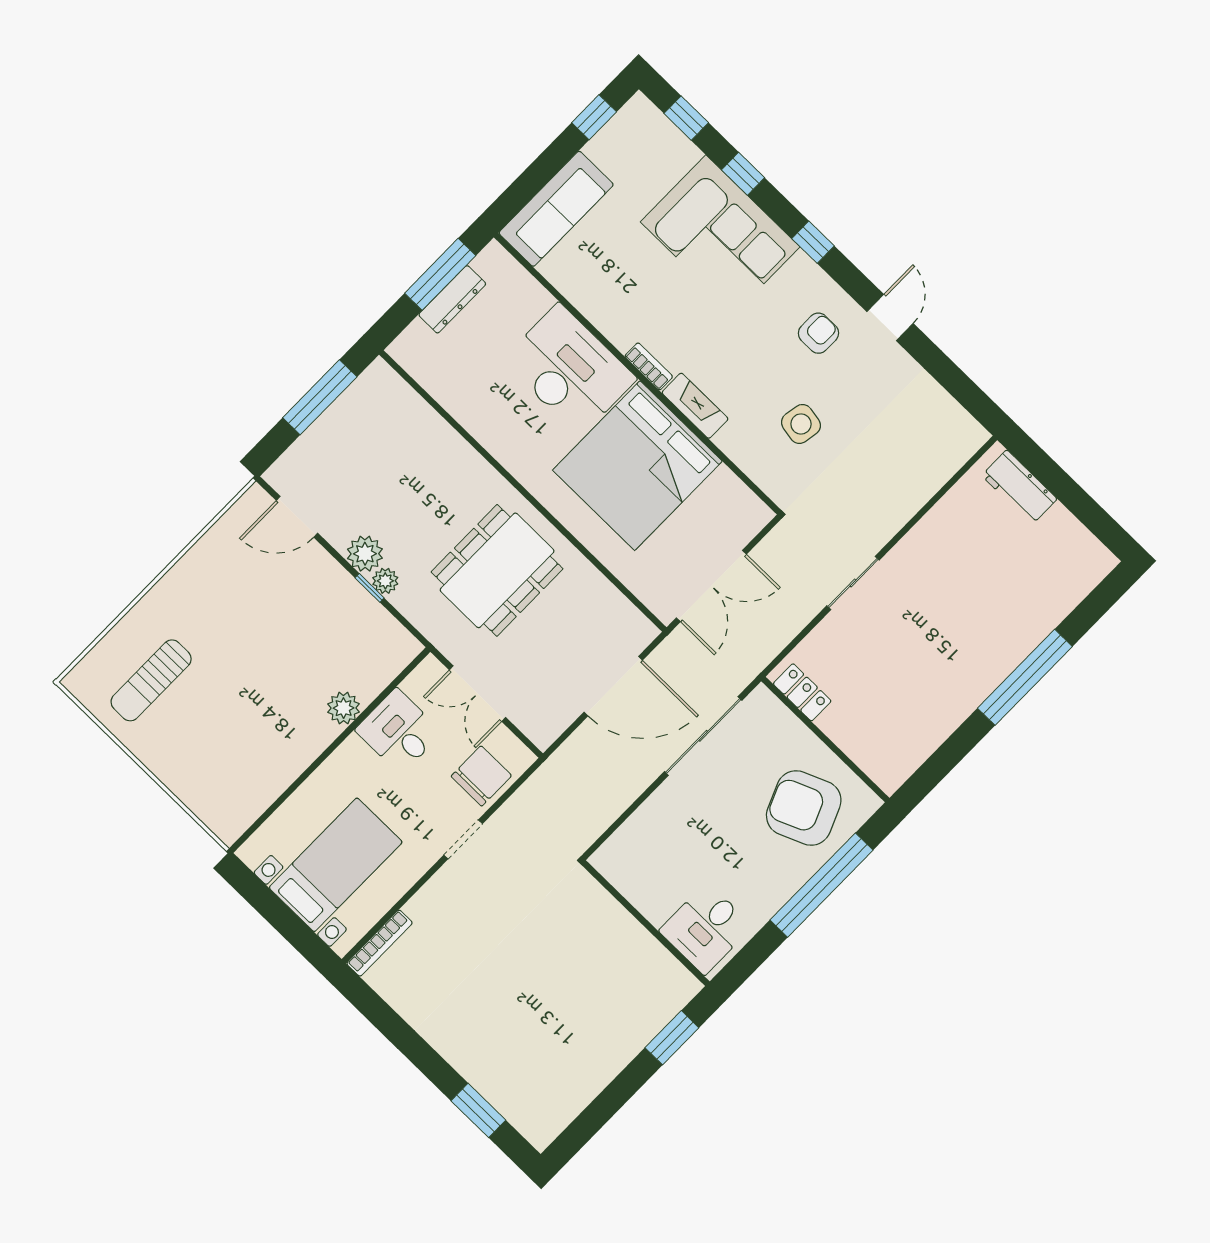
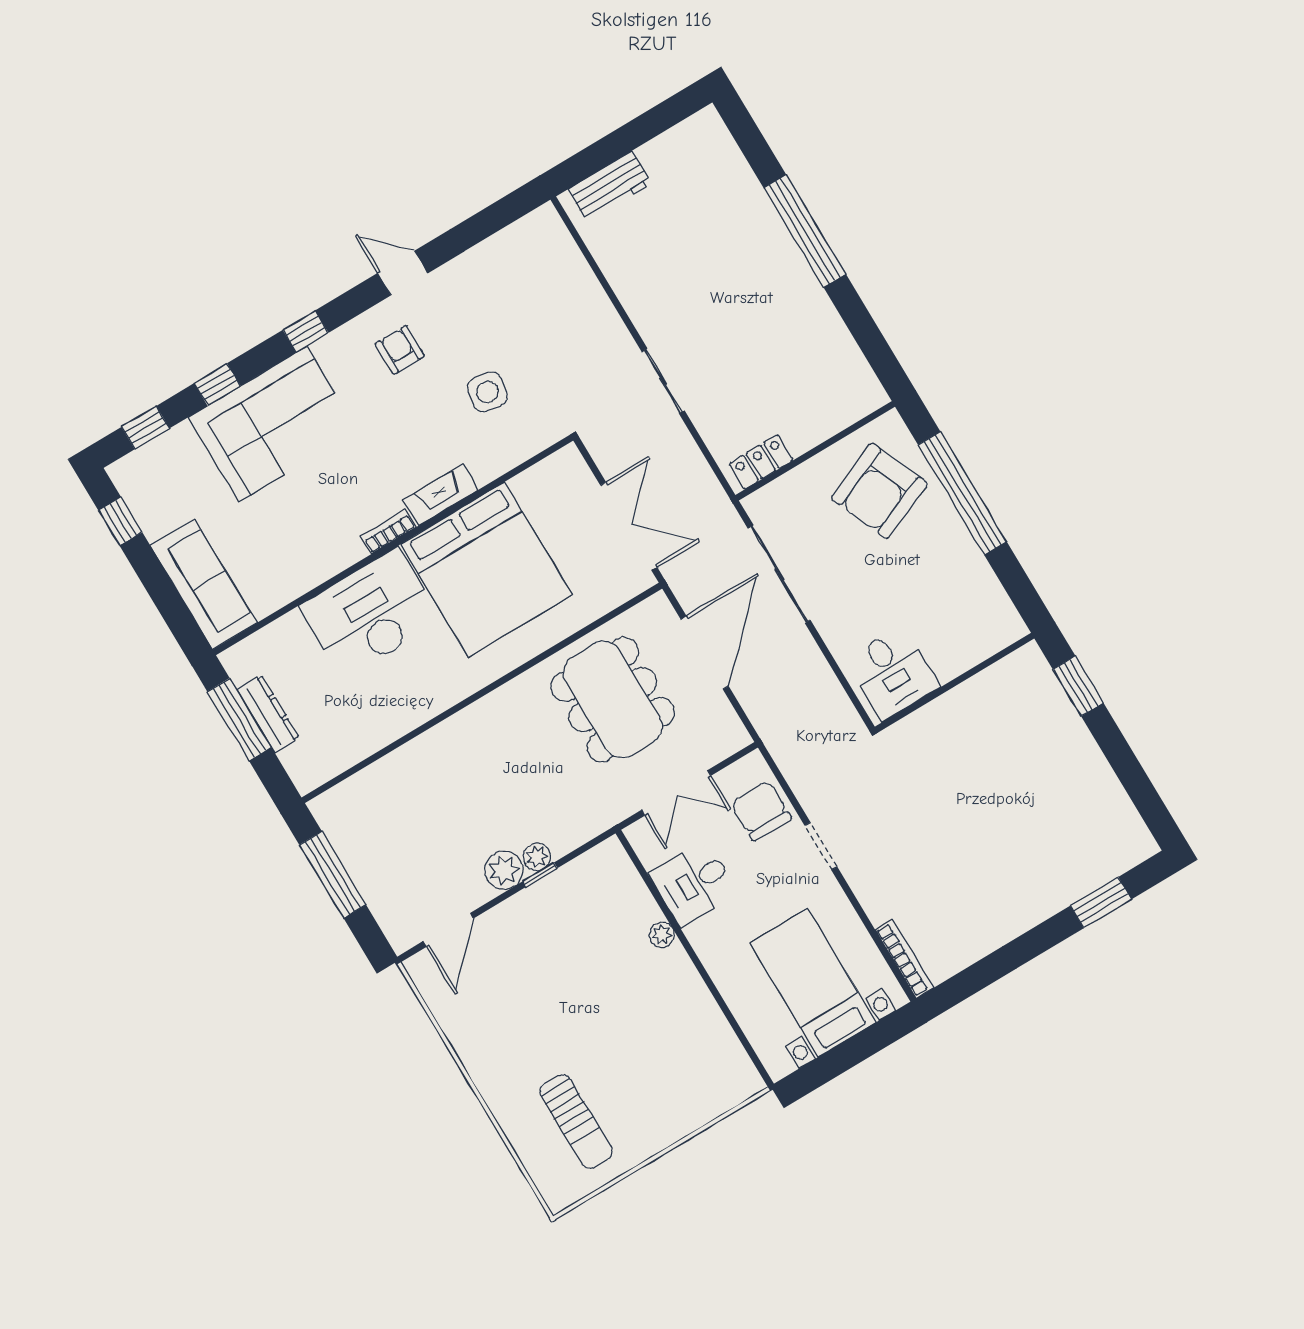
dining table: (497, 570) -> (613, 700), moved
plant: (344, 708) -> (662, 935), width x0.73, depth x0.73
desk: (706, 929) -> (892, 673), moved

